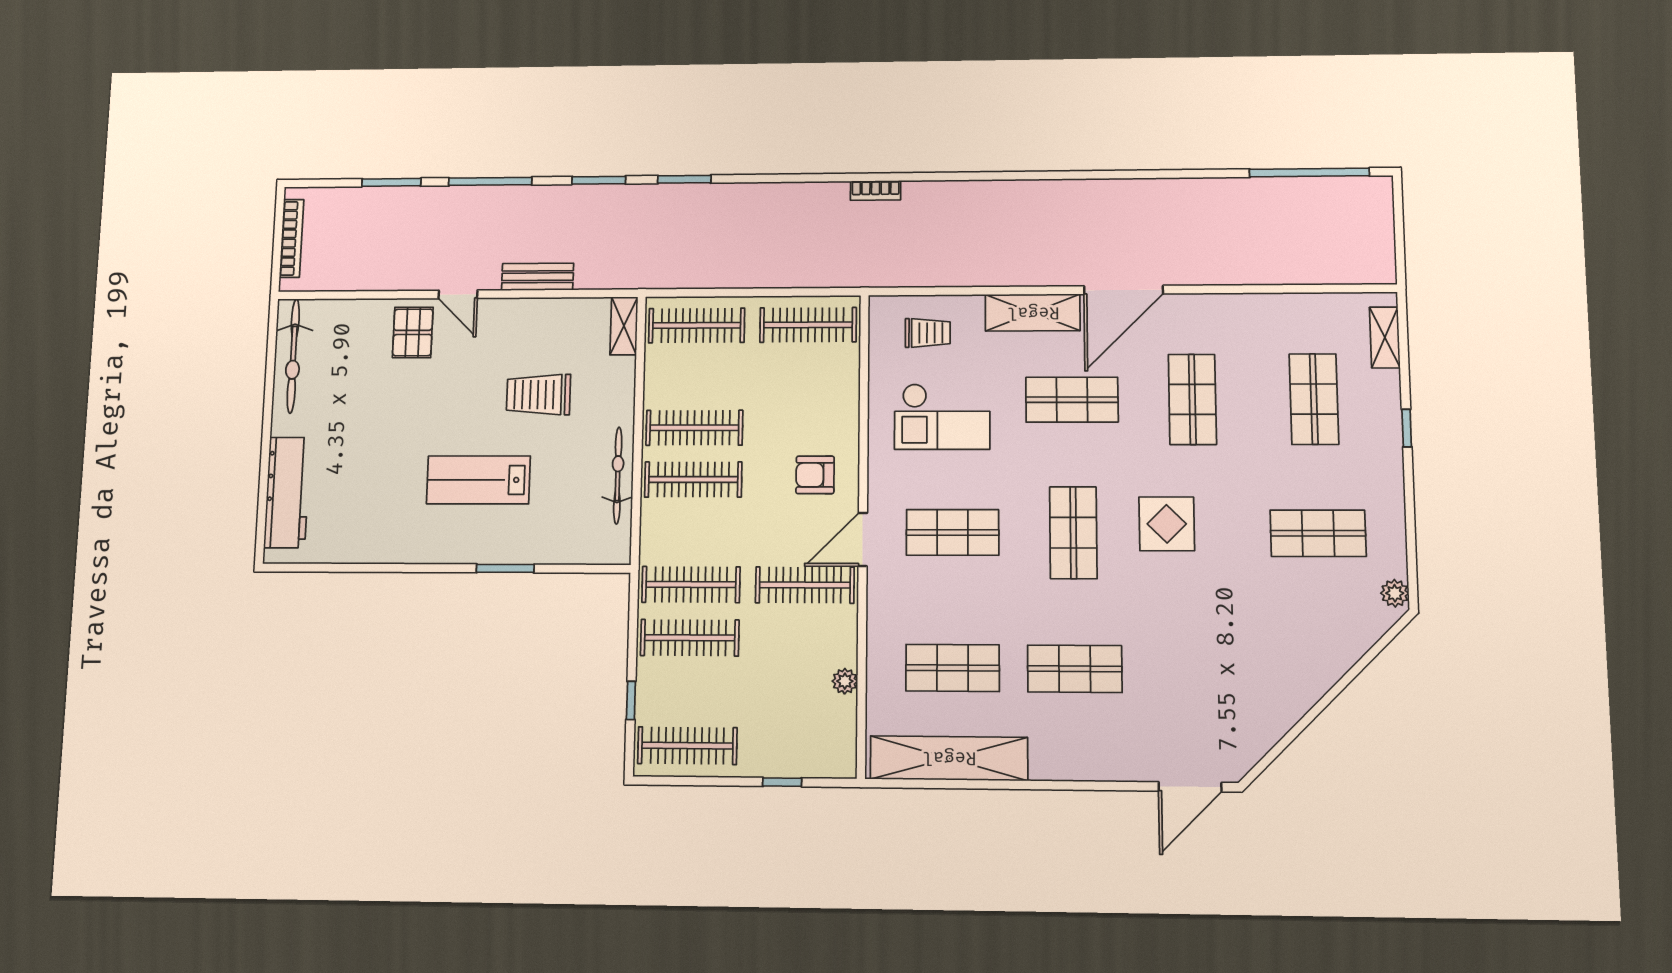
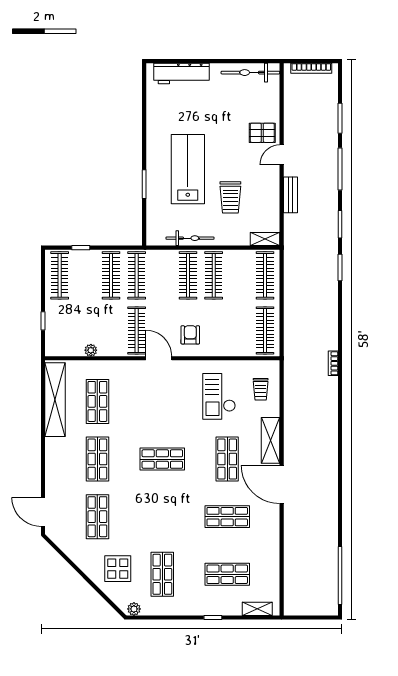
trolley: (539, 395) -> (230, 197), turned 180
lab bench: (478, 480) -> (188, 169), width x1.36, depth x1.39
display table: (1167, 524) -> (118, 569), moved
shop shelf: (953, 532) -> (97, 517), moved

